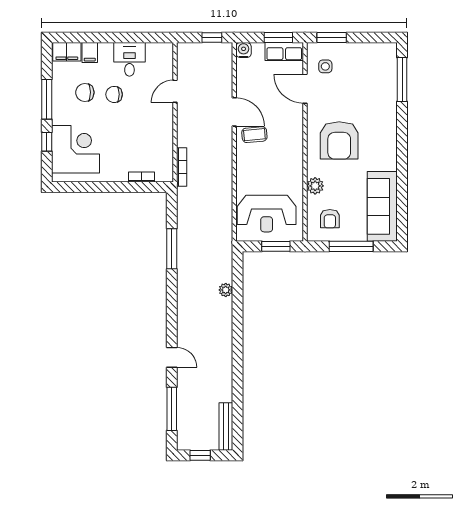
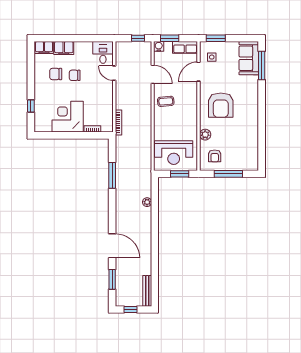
window: (278, 37) -> (170, 38), moved
filing cabinet: (90, 53) -> (64, 48), width x2.00
desk: (129, 59) -> (103, 52), moved
door: (305, 89) -> (199, 72), hinge flipped
door: (175, 91) -> (114, 73), hinge flipped
window: (47, 99) -> (31, 78), removed
door: (234, 112) -> (153, 74), moved
corner desk: (76, 149) -> (68, 117), moved, turned -90
sofa: (382, 206) -> (249, 58), moved, width x0.73
door: (172, 357) -> (112, 246), width x1.88
window: (172, 409) -> (112, 279), width x0.69

